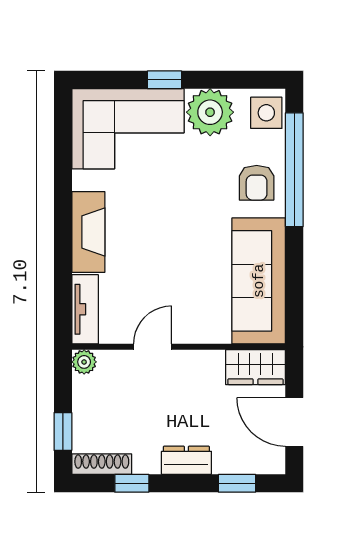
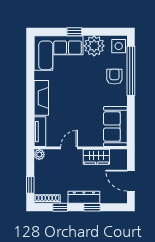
armchair: (257, 183) -> (114, 77), turned 180
sofa: (259, 281) -> (115, 127), width x0.73
wardrobe: (255, 367) -> (96, 157), moved
dresser: (186, 460) -> (84, 197), width x1.44
window: (237, 483) -> (92, 207), moved

